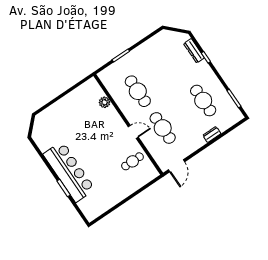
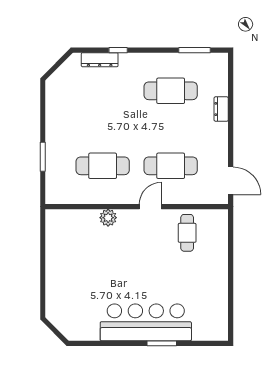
plant: (104, 102) -> (108, 218), moved

